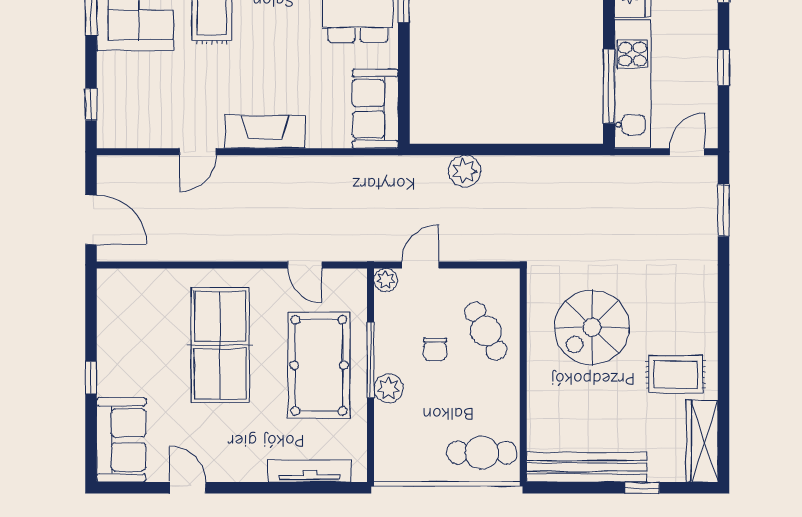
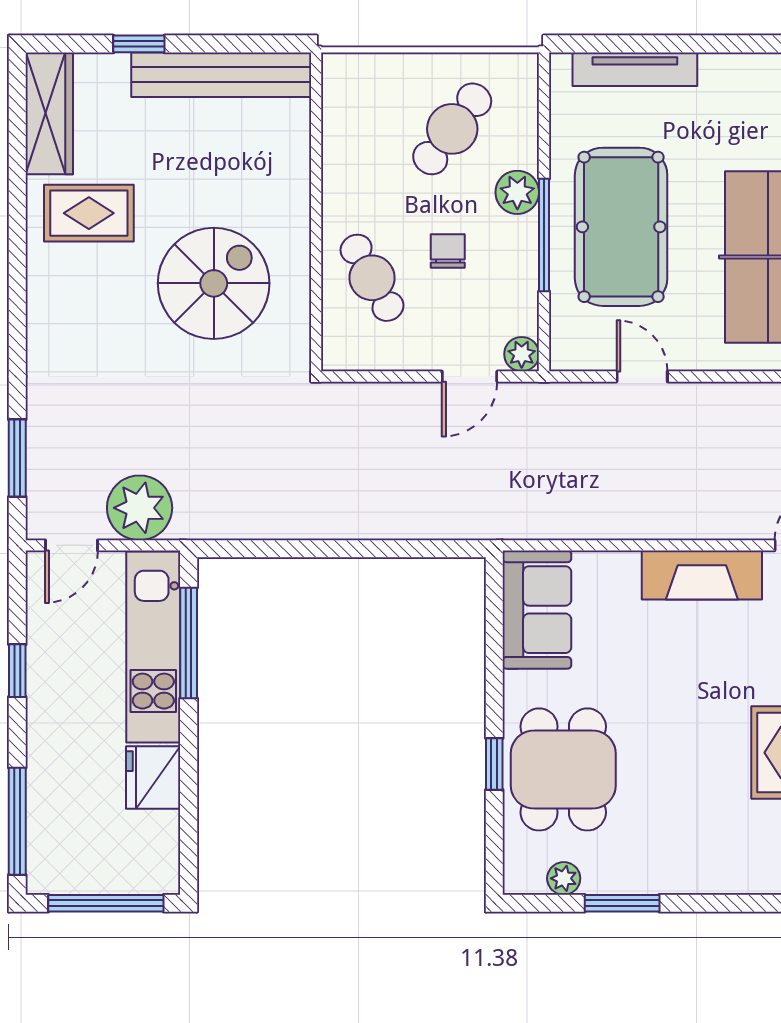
plant: (465, 171) -> (140, 508), moved, width x1.36, depth x1.36
cafe table: (482, 453) -> (452, 129), moved, turned -53

